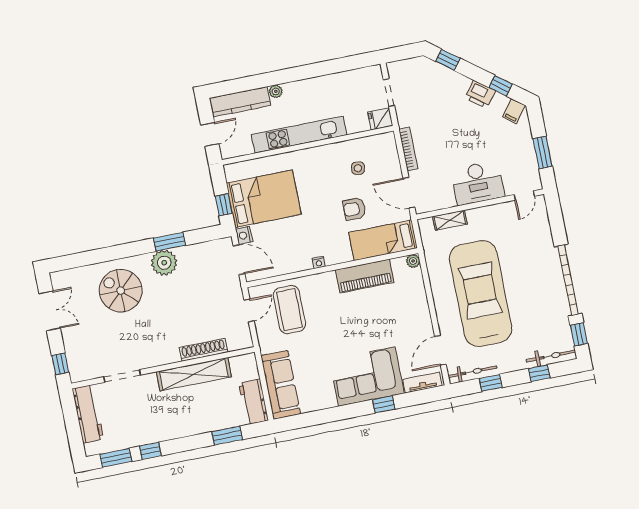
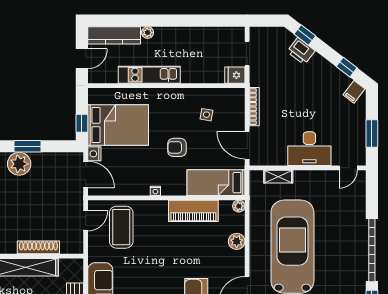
printer: (480, 94) -> (301, 51), moved
kitchen unit: (299, 135) -> (149, 75), width x0.73
armchair: (354, 209) -> (177, 147), moved
plant: (419, 300) -> (237, 241), added

